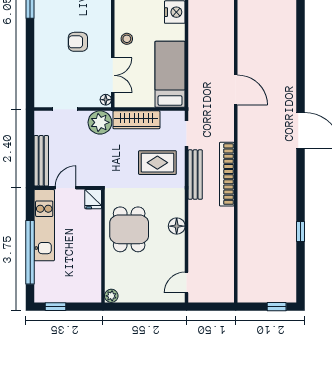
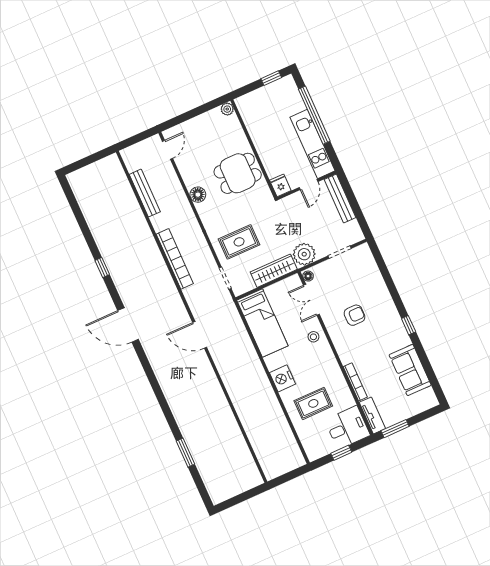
bench: (195, 175) -> (145, 193), moved
dining table: (129, 229) -> (238, 173), turned 90
window: (300, 231) -> (102, 268), moved
window: (277, 307) -> (80, 164), removed

